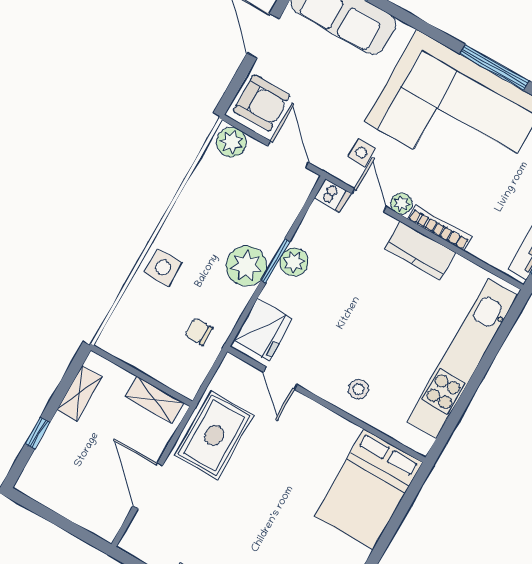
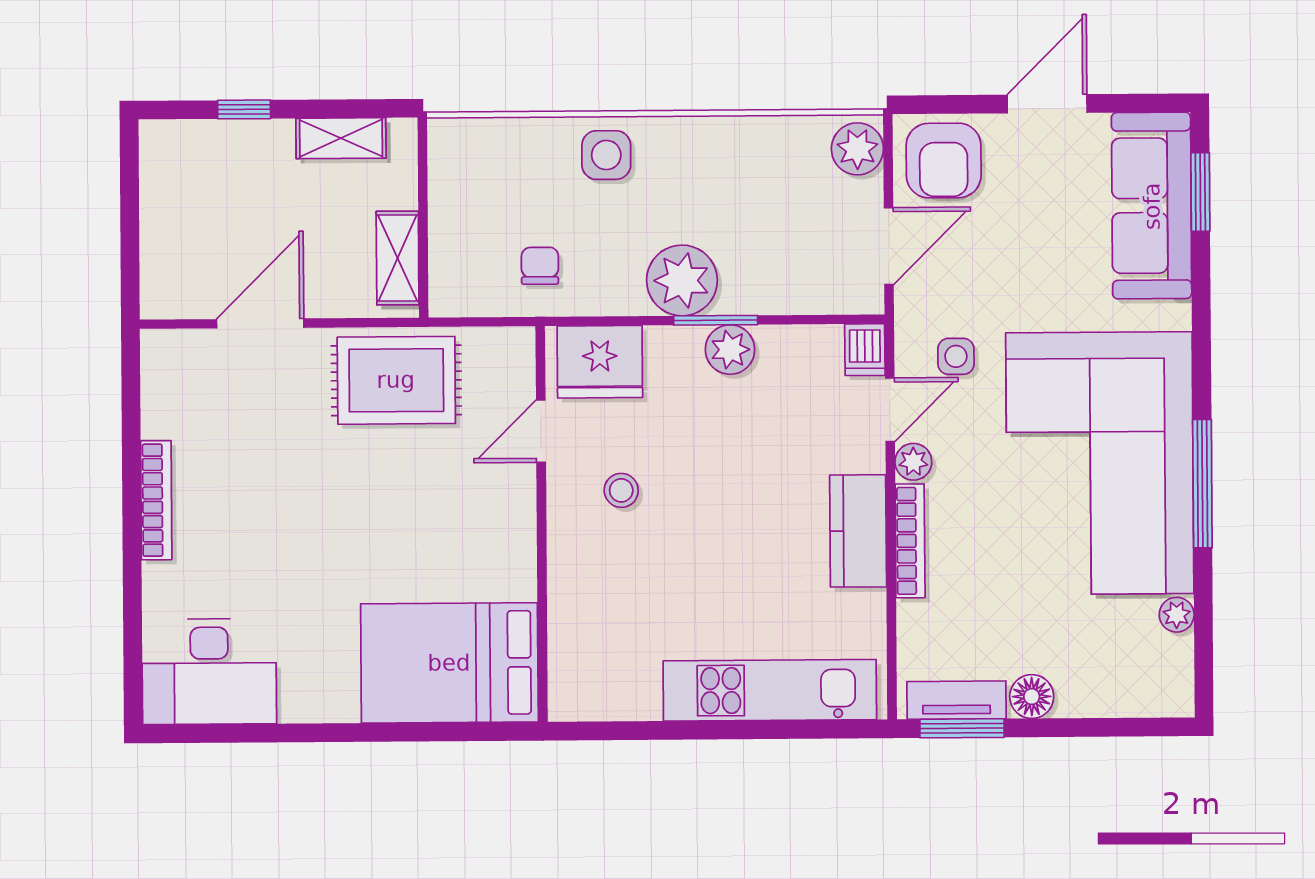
kitchen unit: (462, 358) -> (770, 690), width x0.73
stool: (358, 389) -> (621, 490), moved

